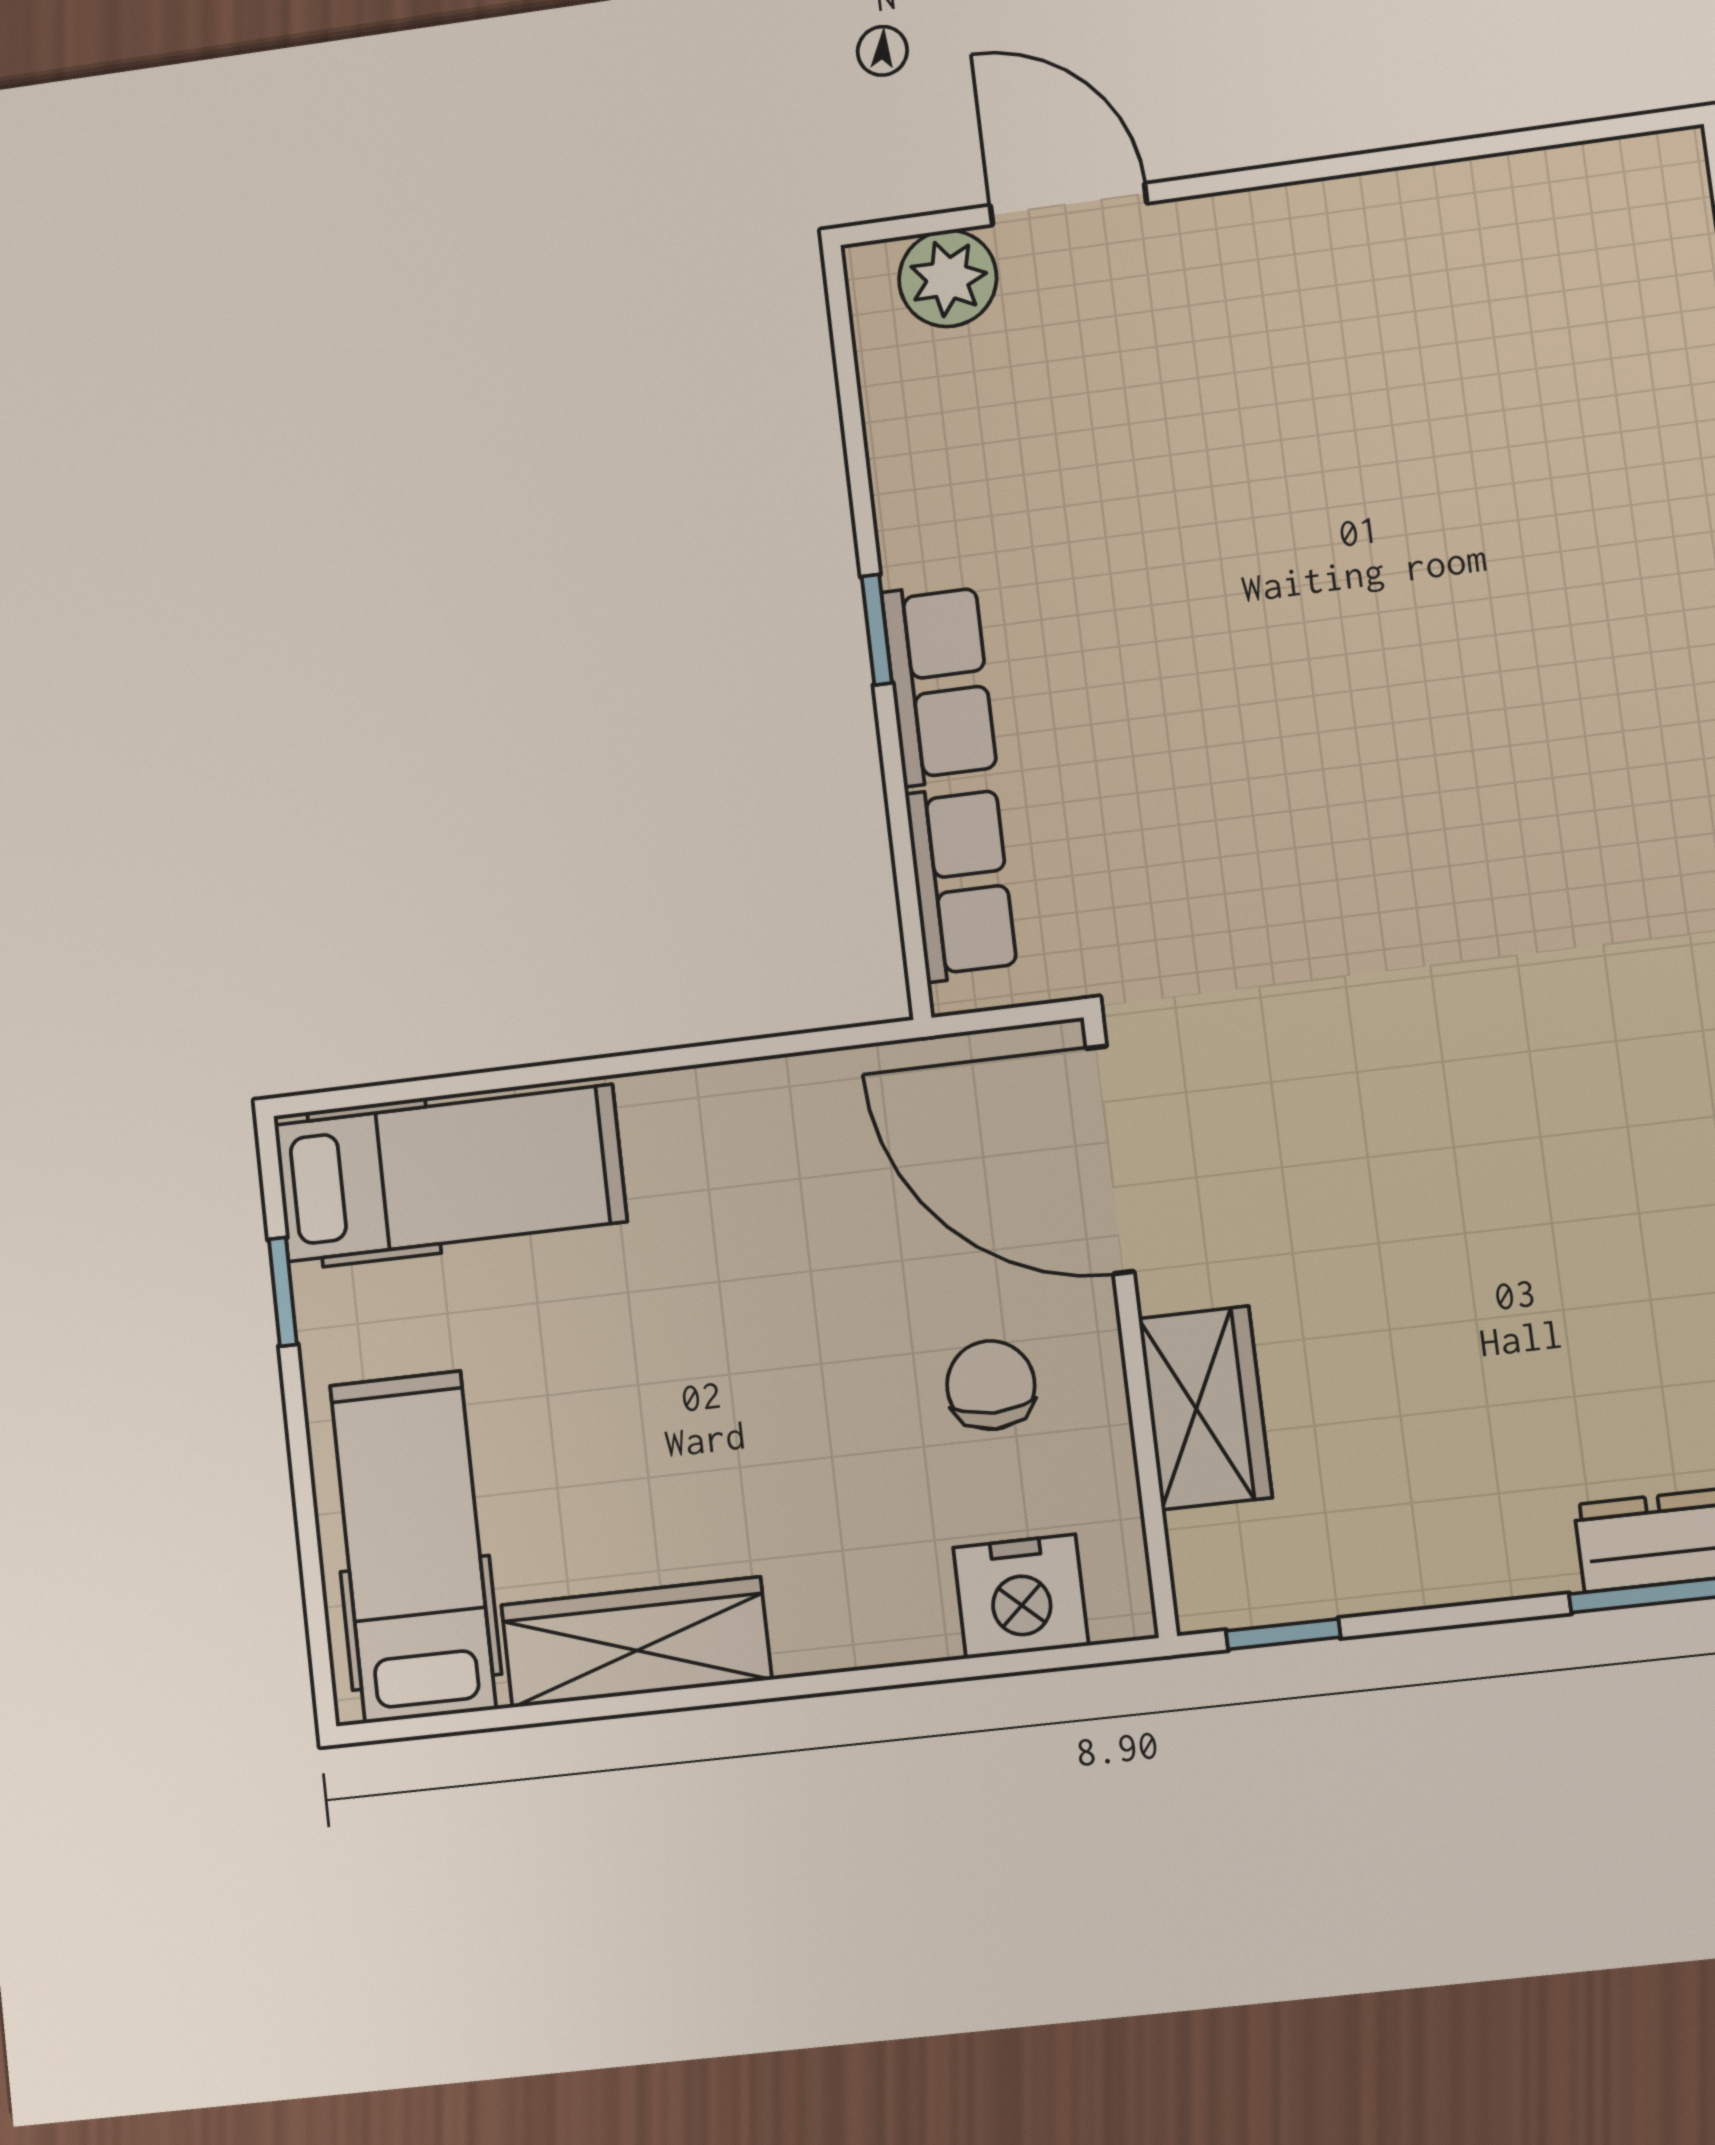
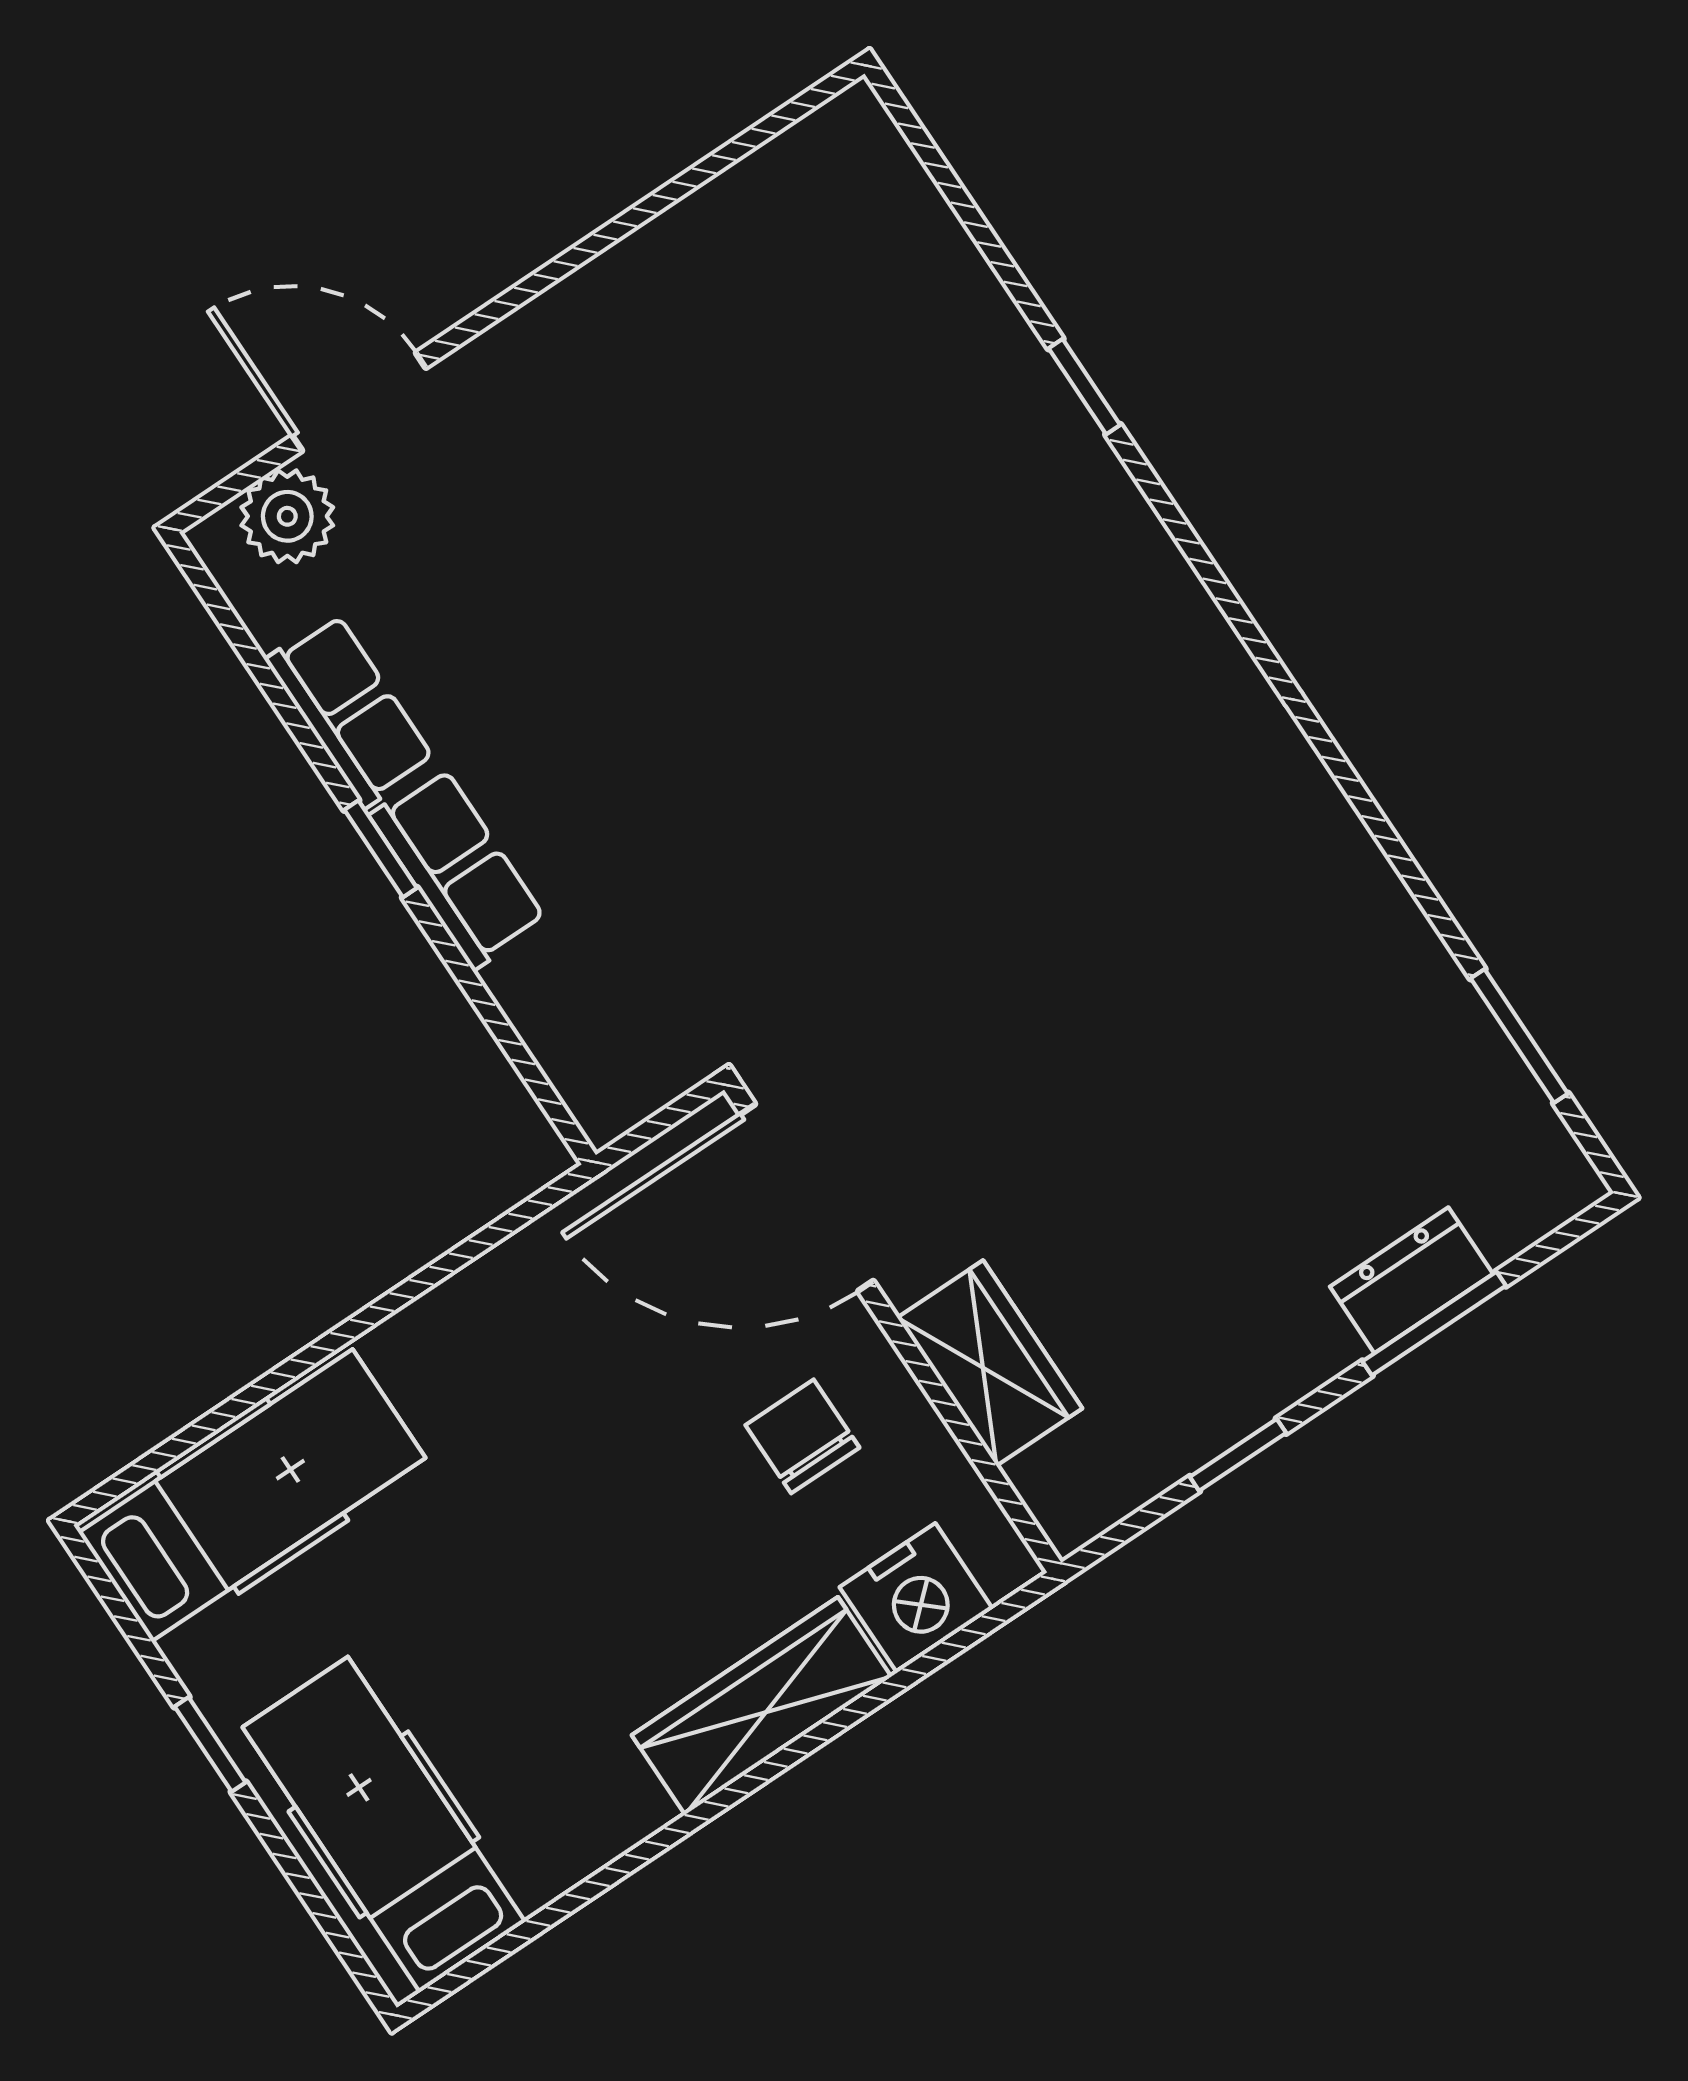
row of seats: (961, 883) -> (350, 710), moved
window: (283, 1292) -> (210, 1744), moved
window: (1283, 1634) -> (1238, 1455), moved
wardrobe: (636, 1642) -> (762, 1706), moved

